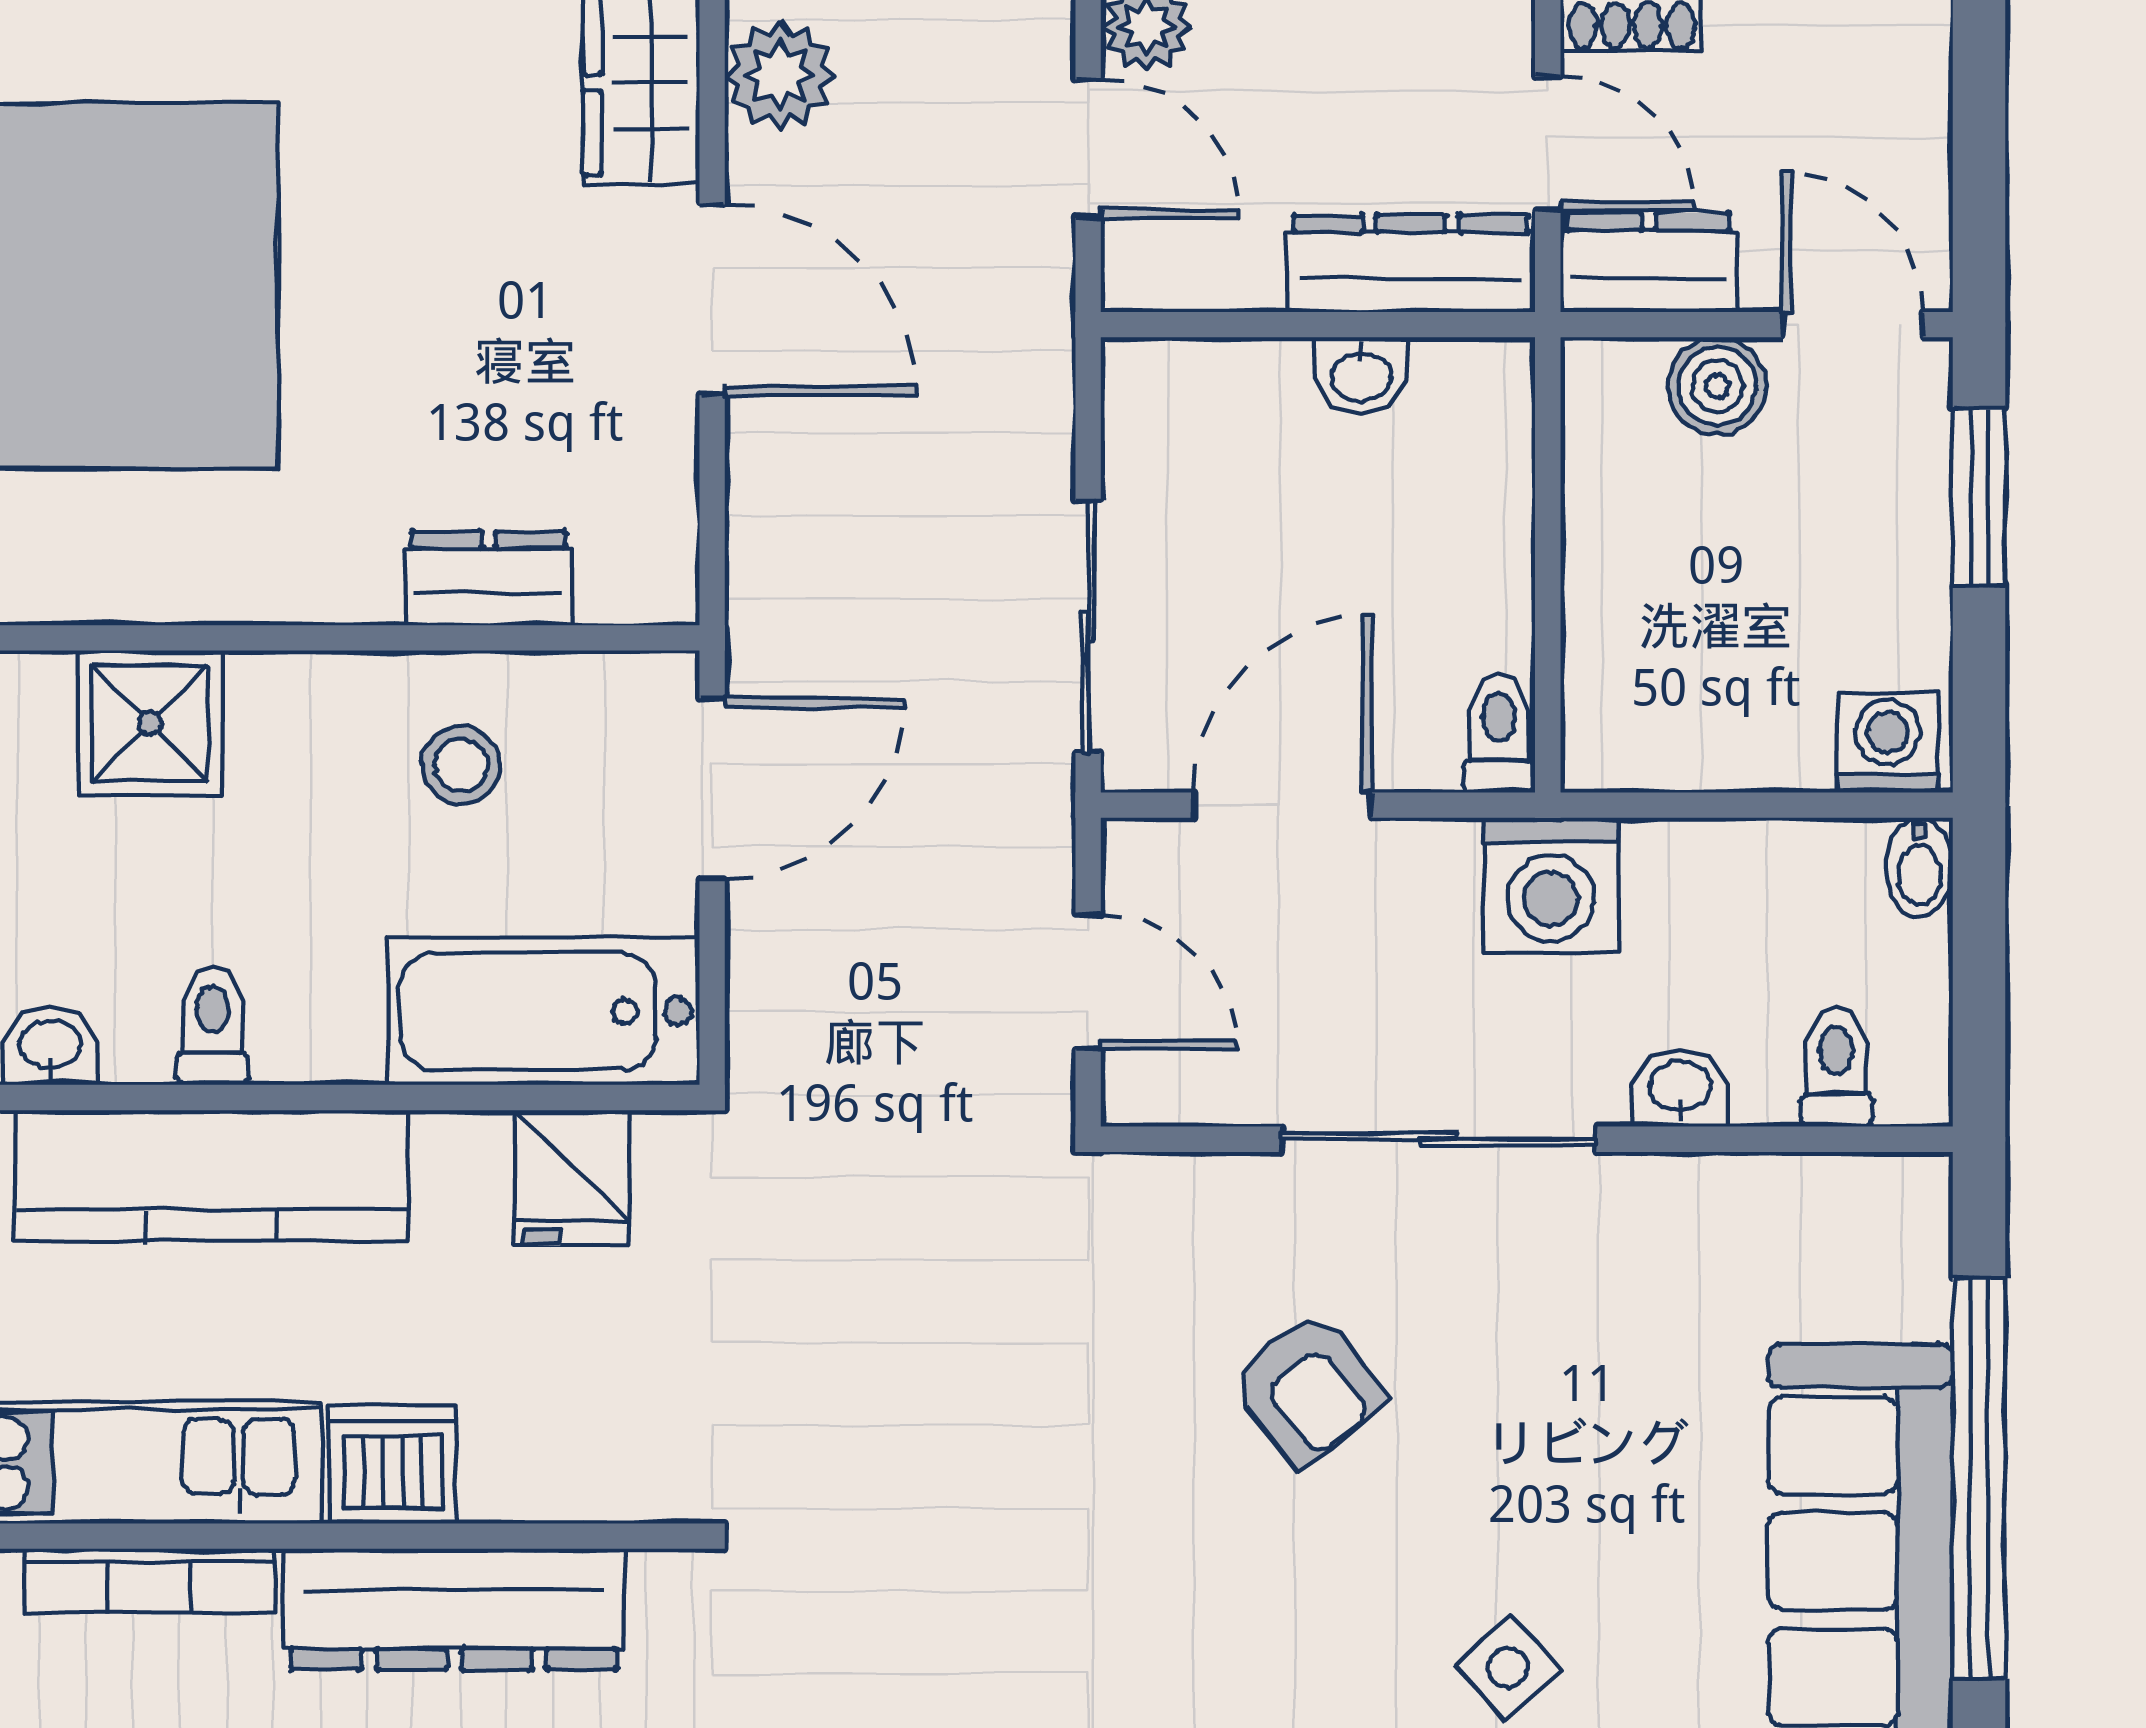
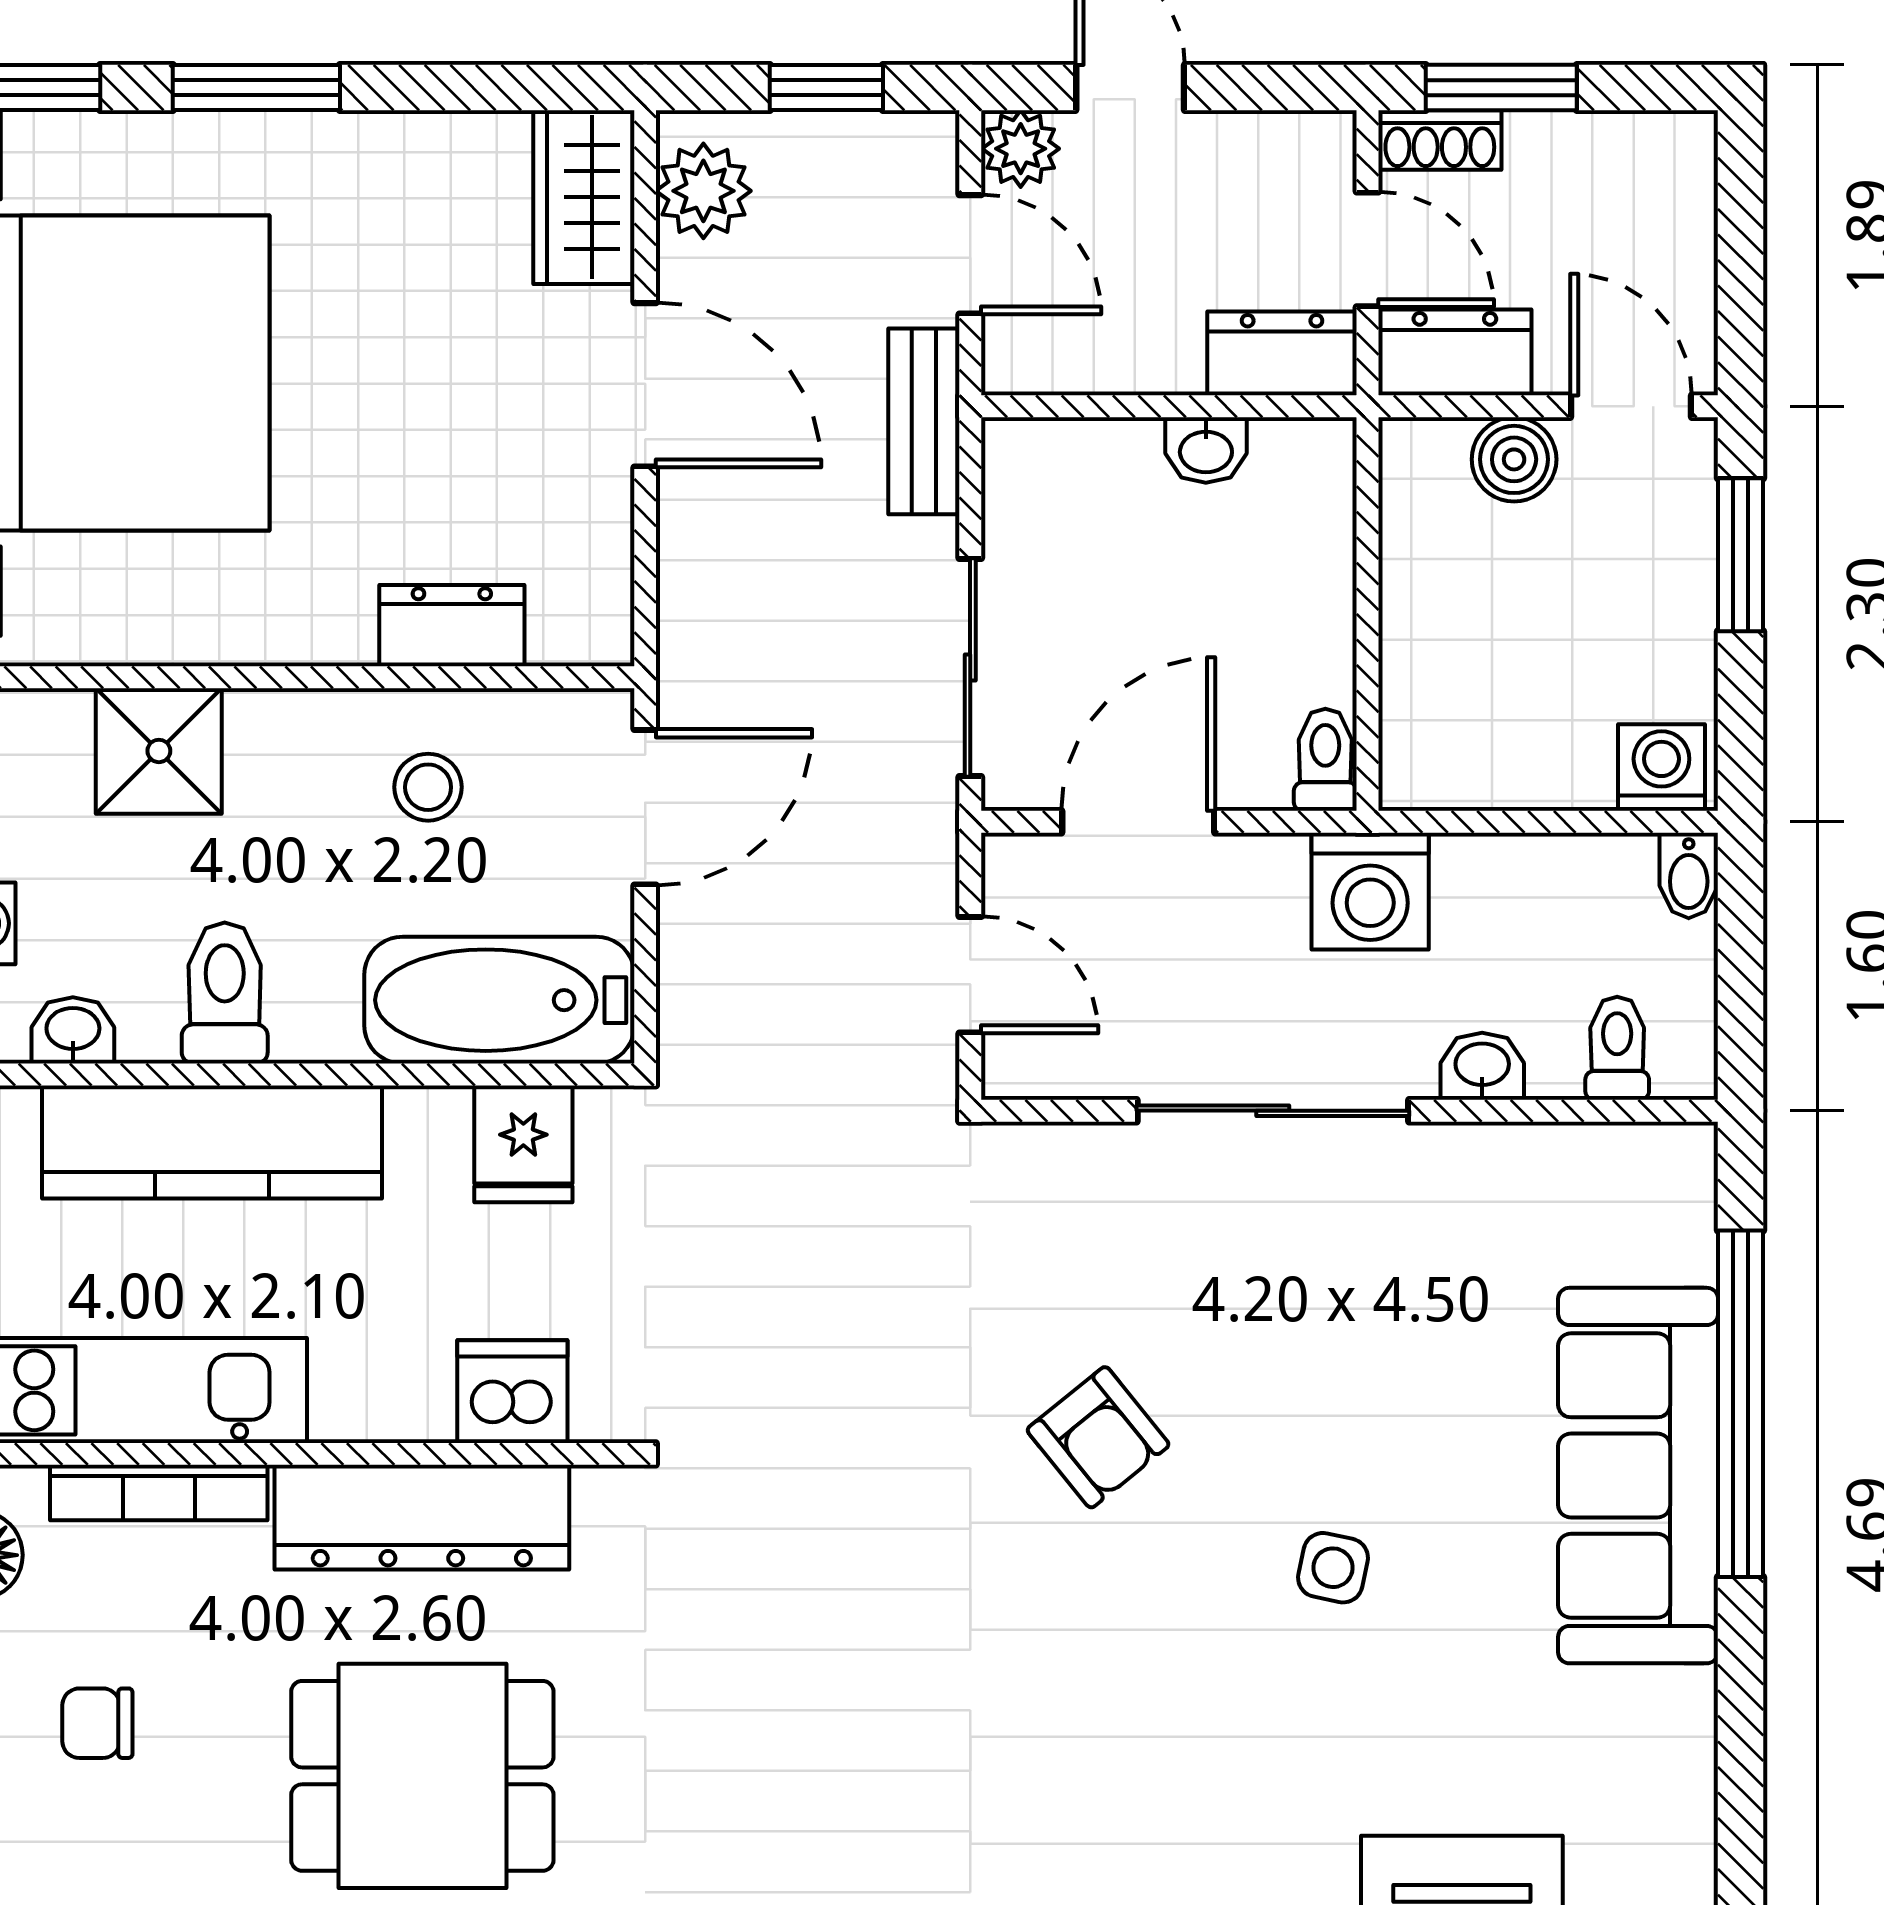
dresser: (1411, 264) -> (1282, 353), width x0.70
bench: (1035, 342) -> (924, 421), added
toilet: (213, 1026) -> (225, 993), width x1.37, depth x1.39
armchair: (1308, 1389) -> (1098, 1437), moved
dishwasher: (393, 1464) -> (512, 1392), moved
side table: (1508, 1668) -> (1333, 1568), turned -36

